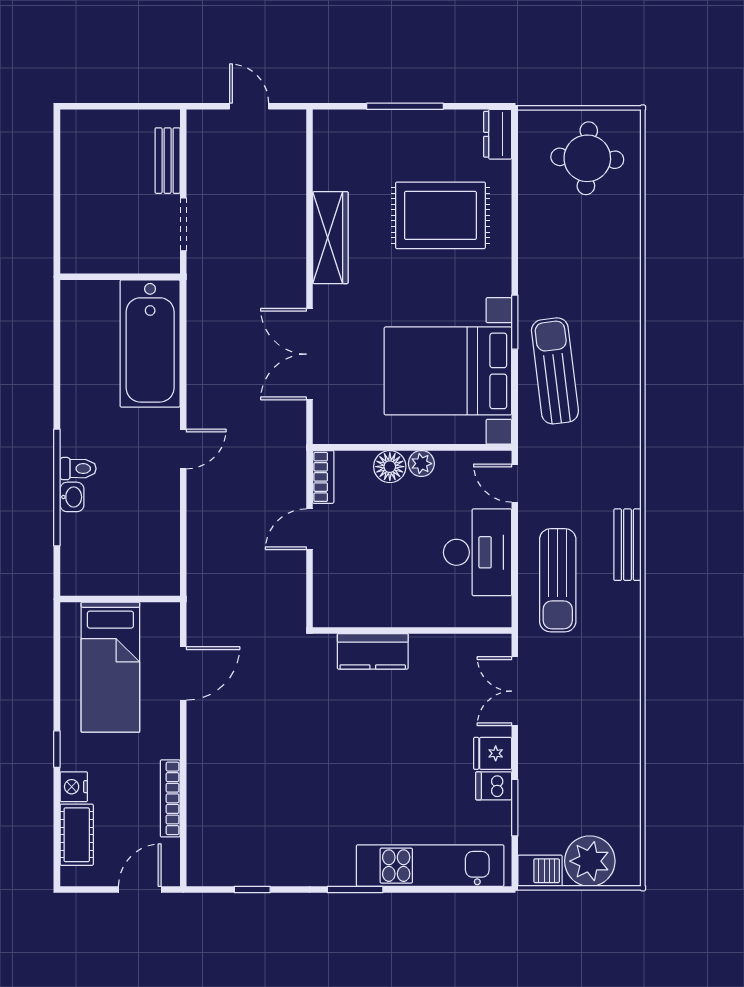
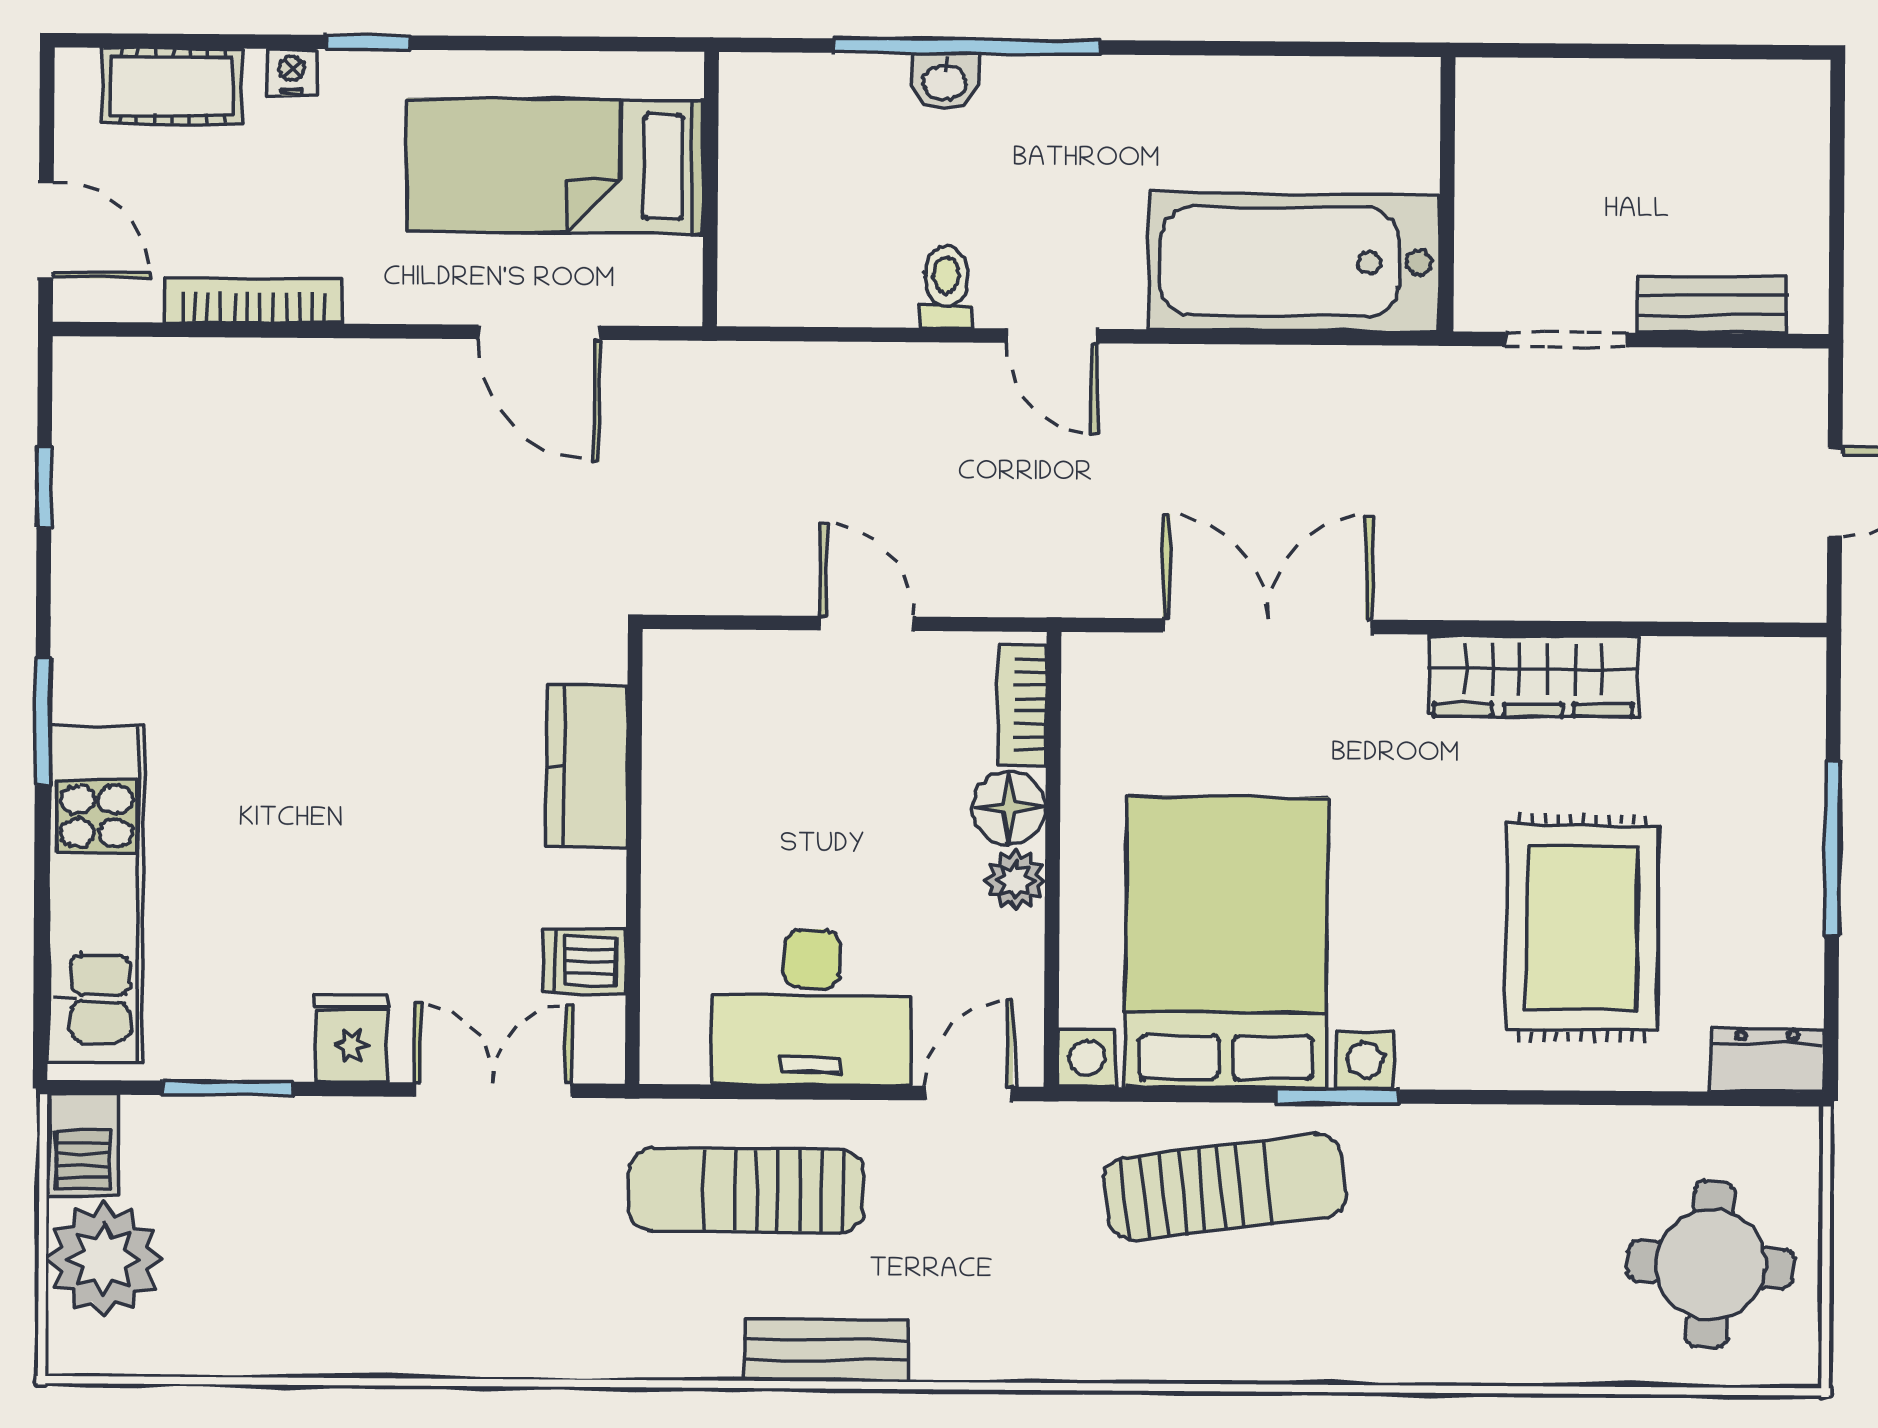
toilet: (78, 469) -> (946, 287), moved, turned 180
bookcase: (323, 477) -> (1022, 705), moved, turned 90
dishwasher: (494, 786) -> (585, 961), moved, turned -90
nightstand: (74, 787) -> (292, 72), width x0.72, depth x0.74

